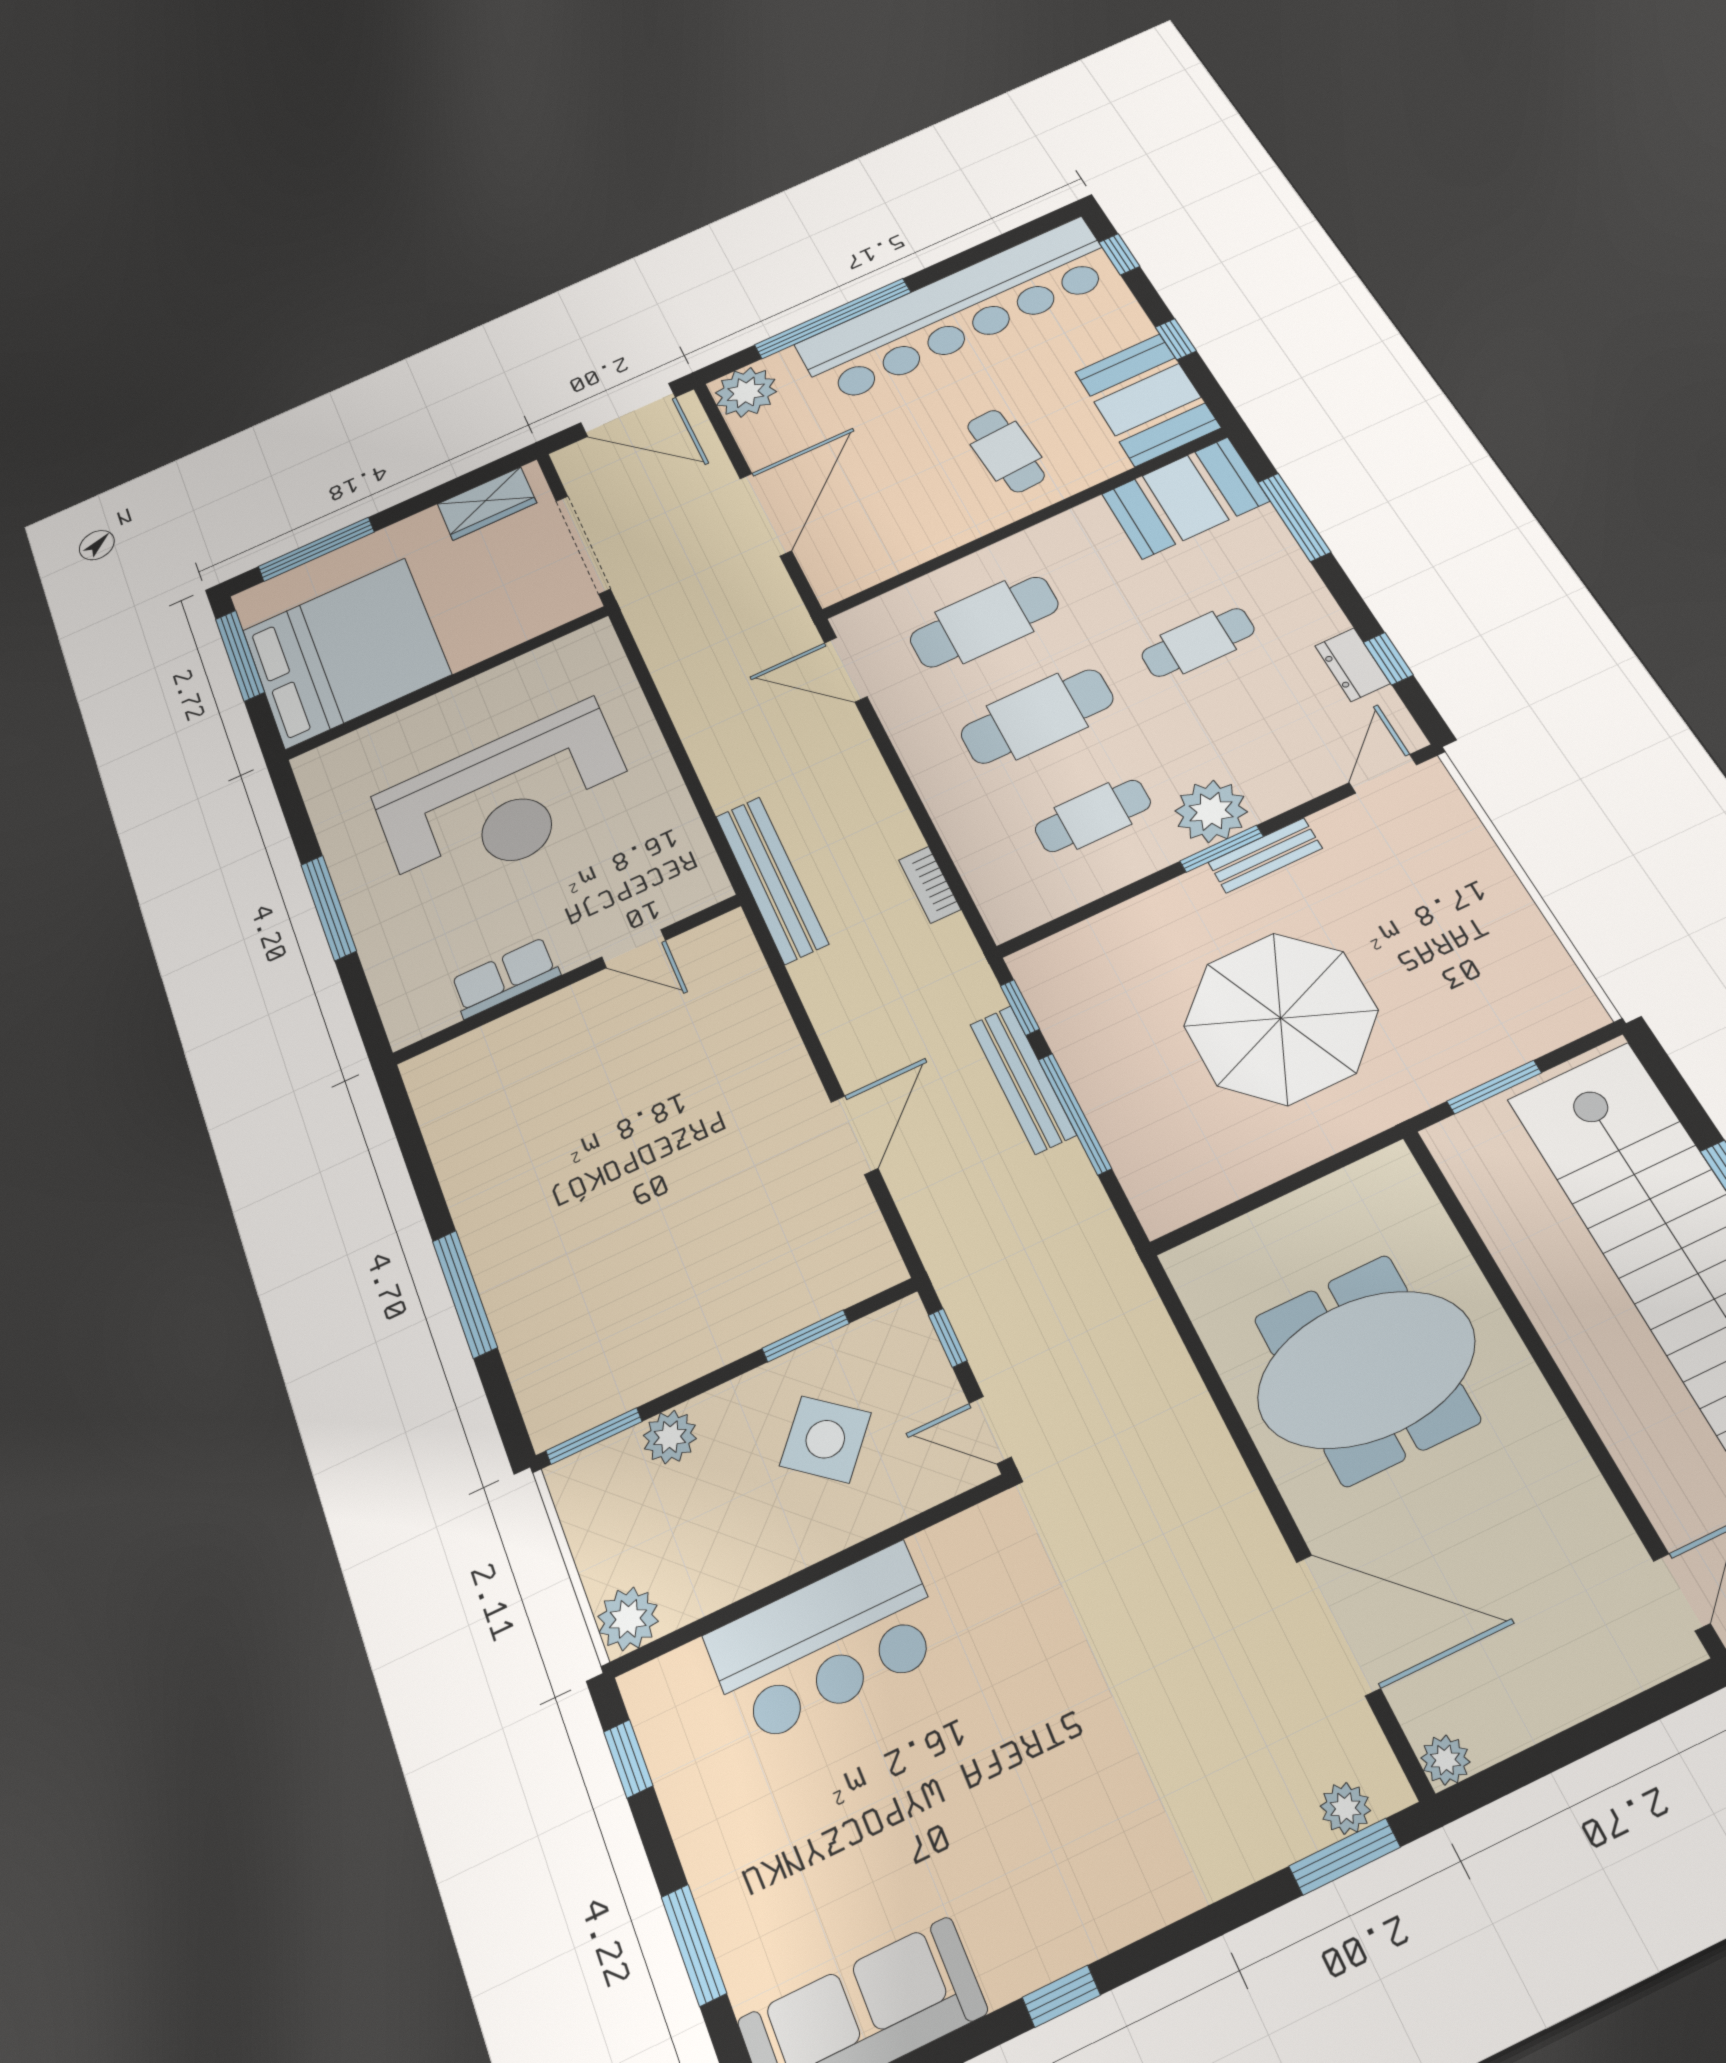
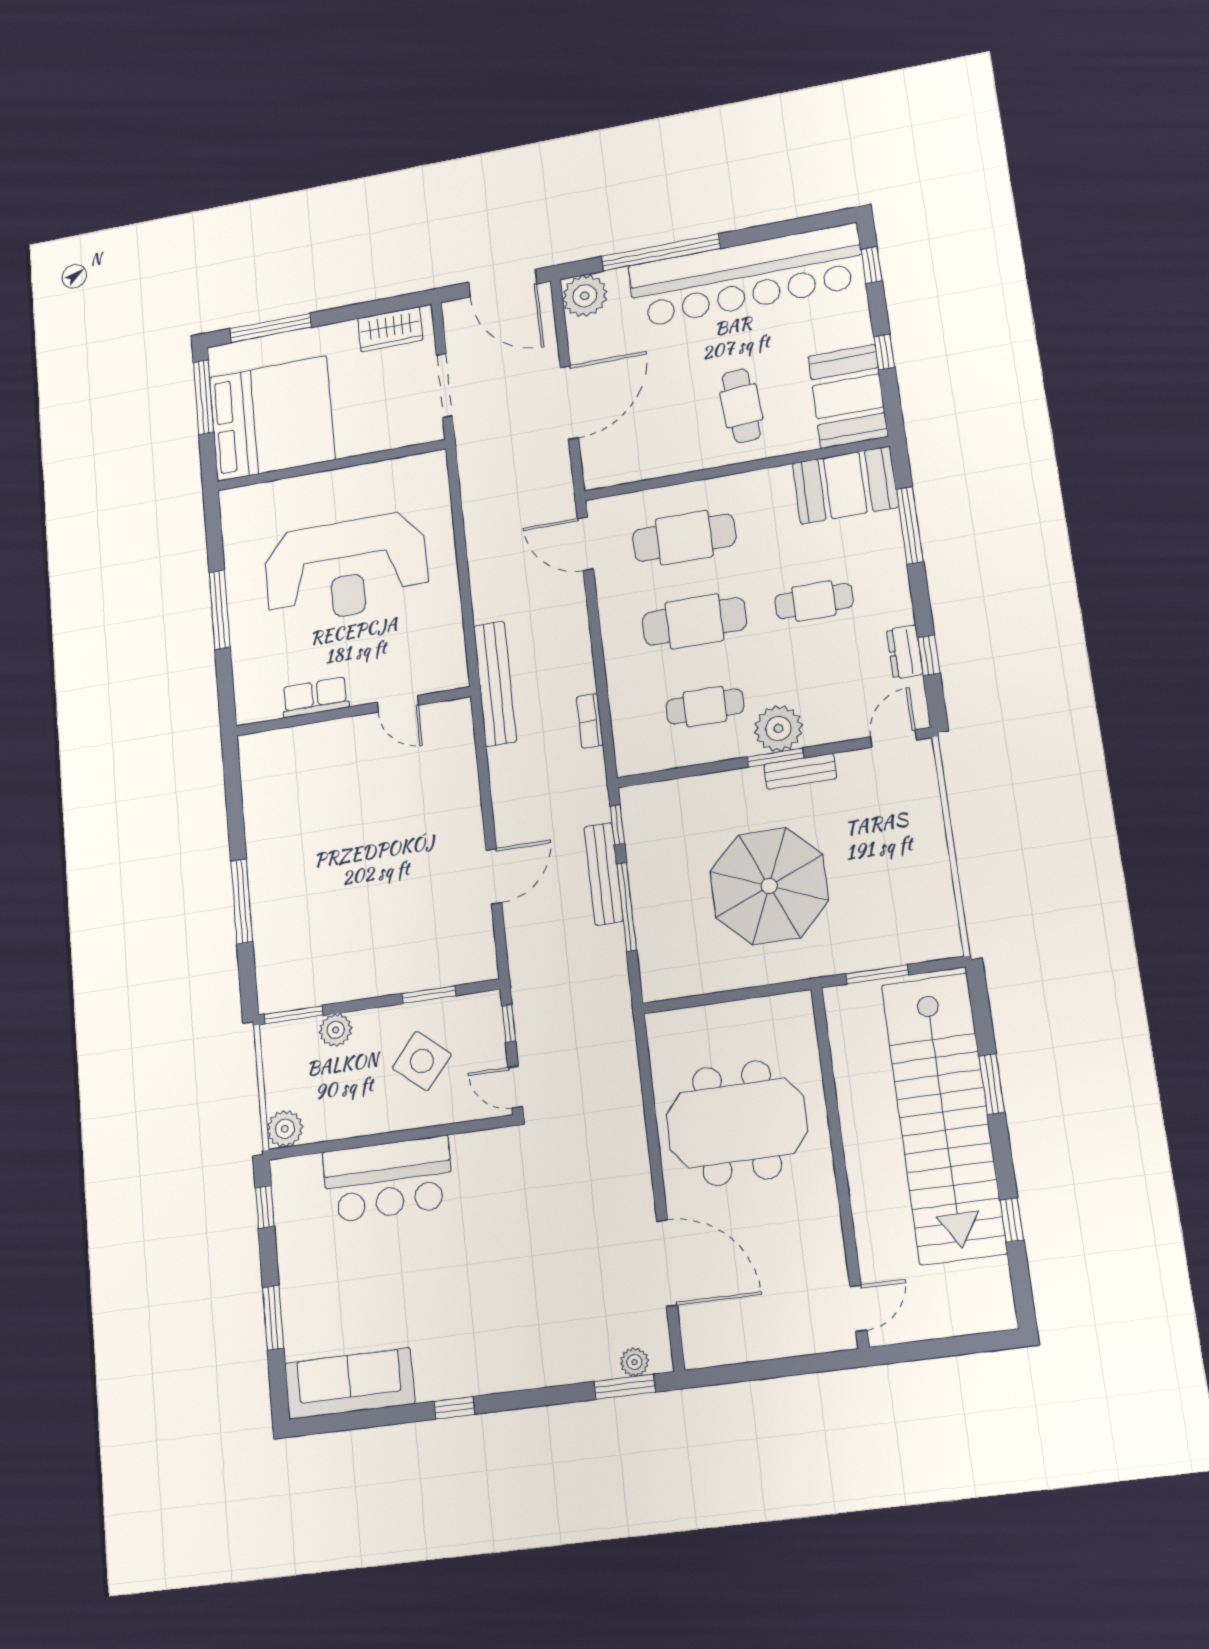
doorway: (583, 545) -> (444, 385), width x0.73
plant: (1445, 1760) -> (696, 1355), removed

